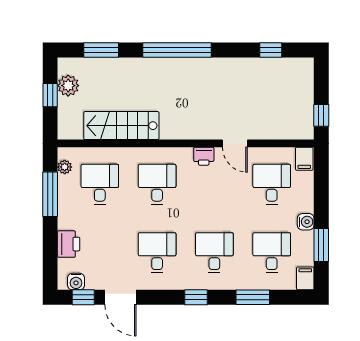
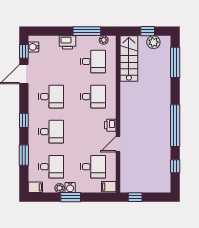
window: (101, 50) -> (175, 62), width x1.44
window: (177, 50) -> (175, 126), moved
stairs: (121, 126) -> (129, 59), moved
plant: (307, 239) -> (60, 188), added
printer: (69, 244) -> (67, 42), moved
window: (321, 245) -> (71, 197), moved

